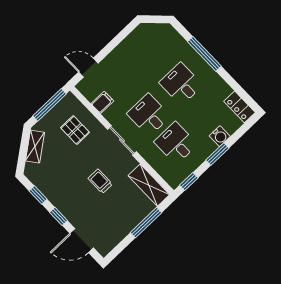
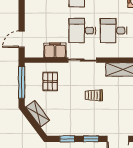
filing cabinet: (102, 102) -> (55, 50), width x2.00
pallet: (75, 130) -> (50, 81), turned 90

